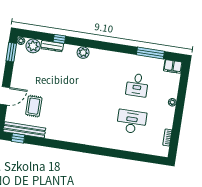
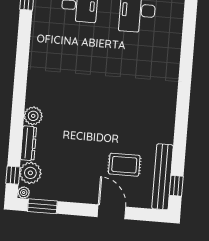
window: (59, 39) -> (13, 175), moved
plant: (83, 53) -> (33, 116), moved

